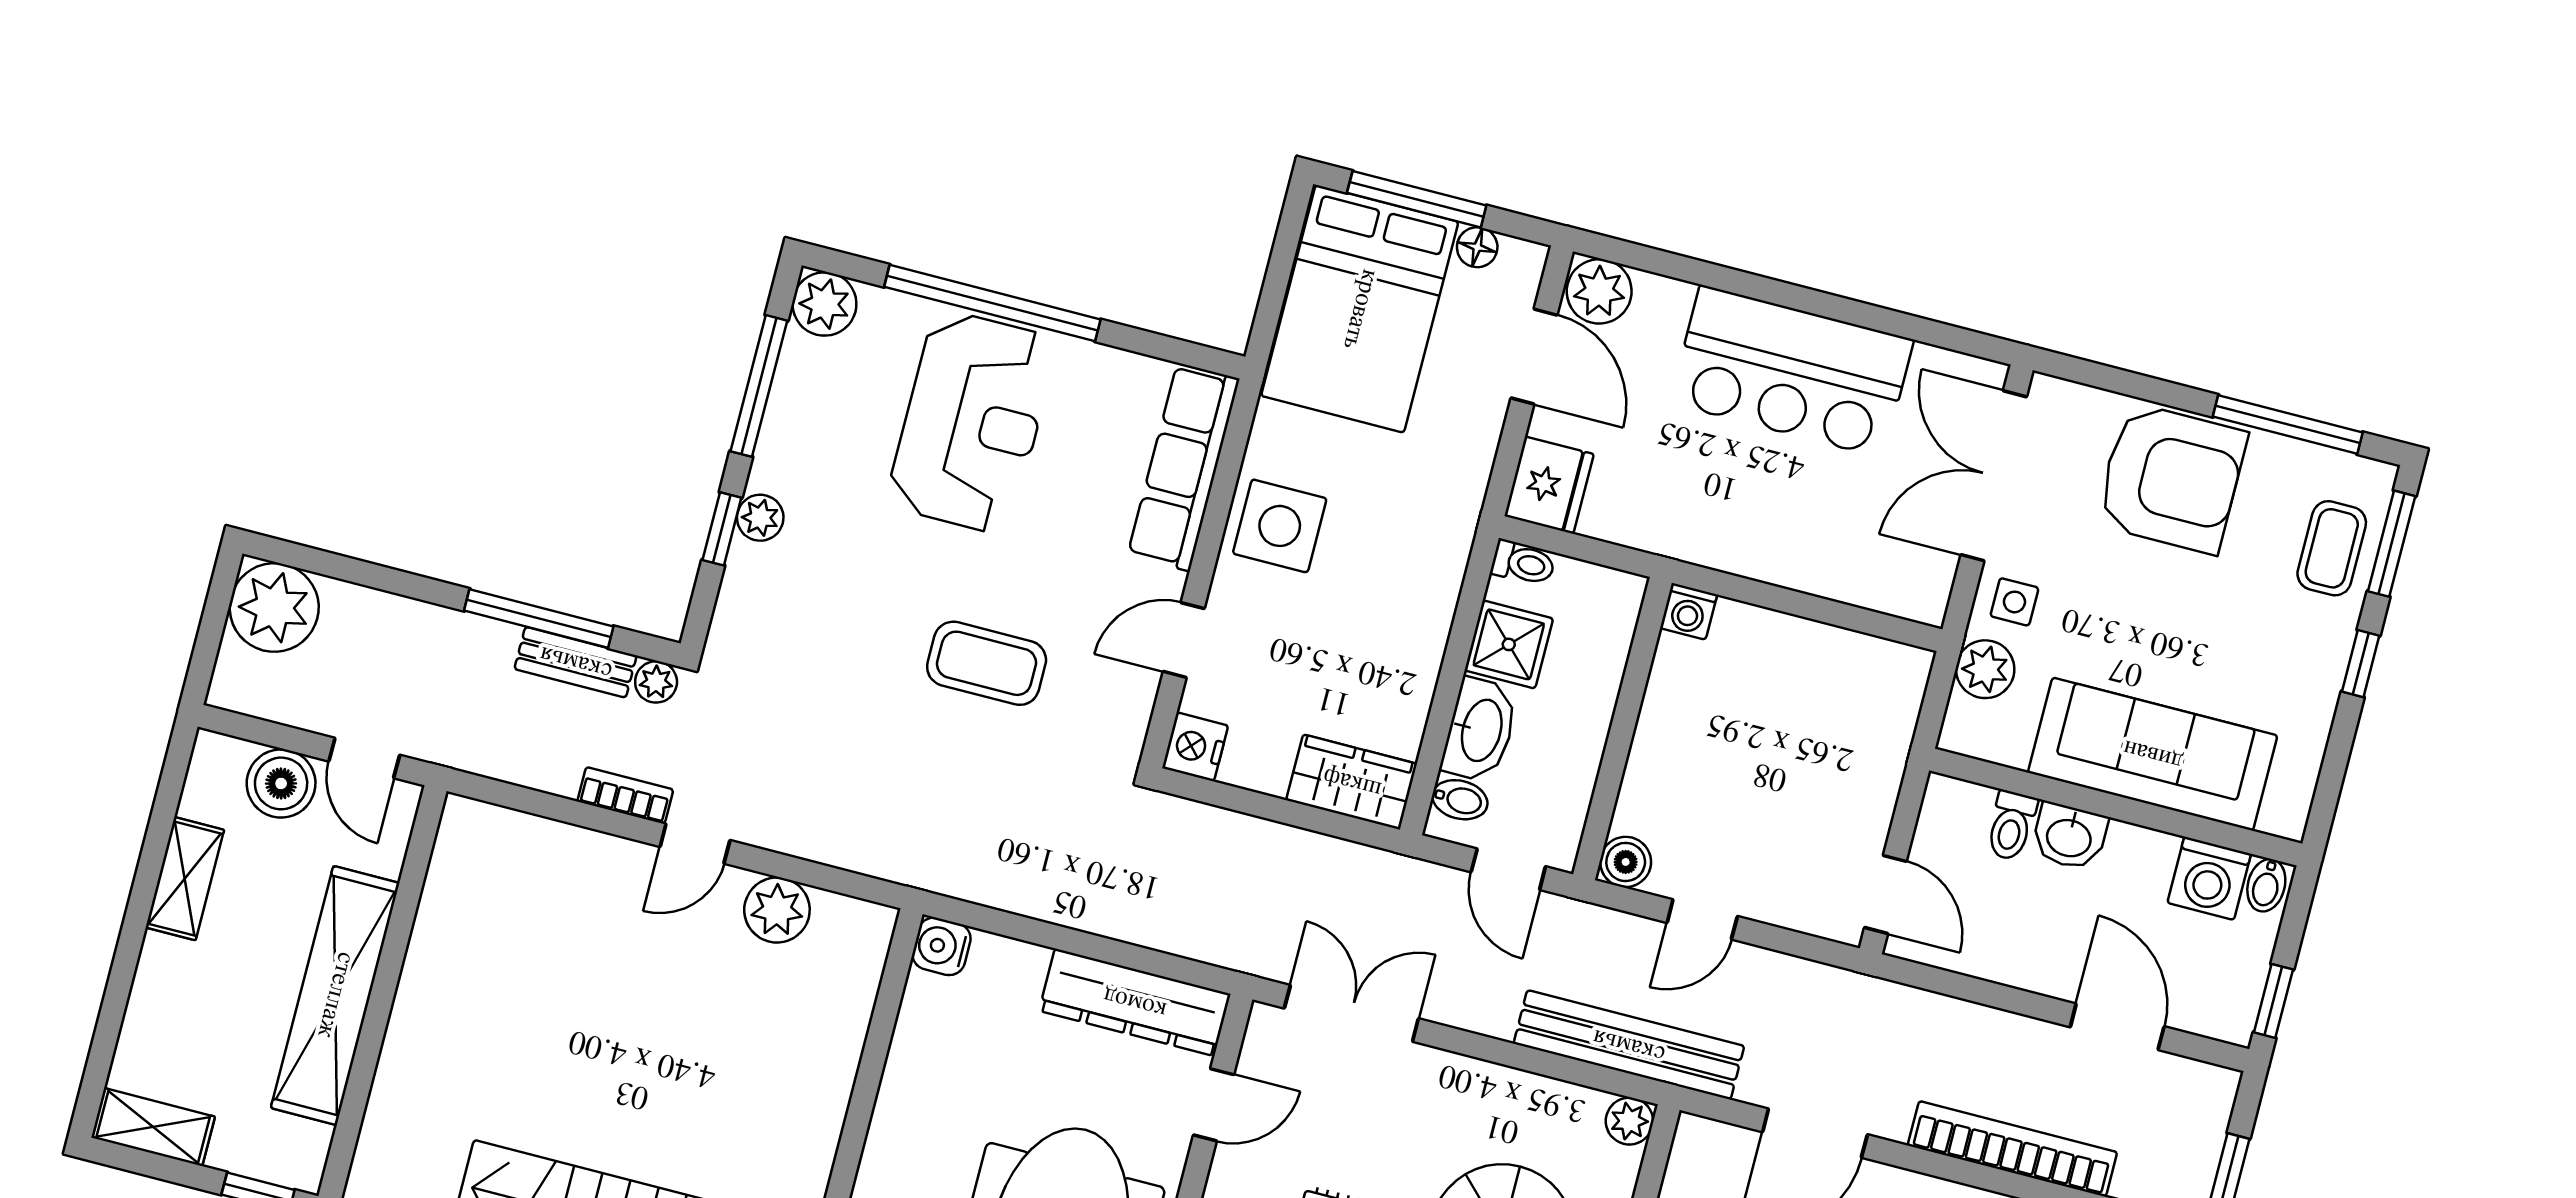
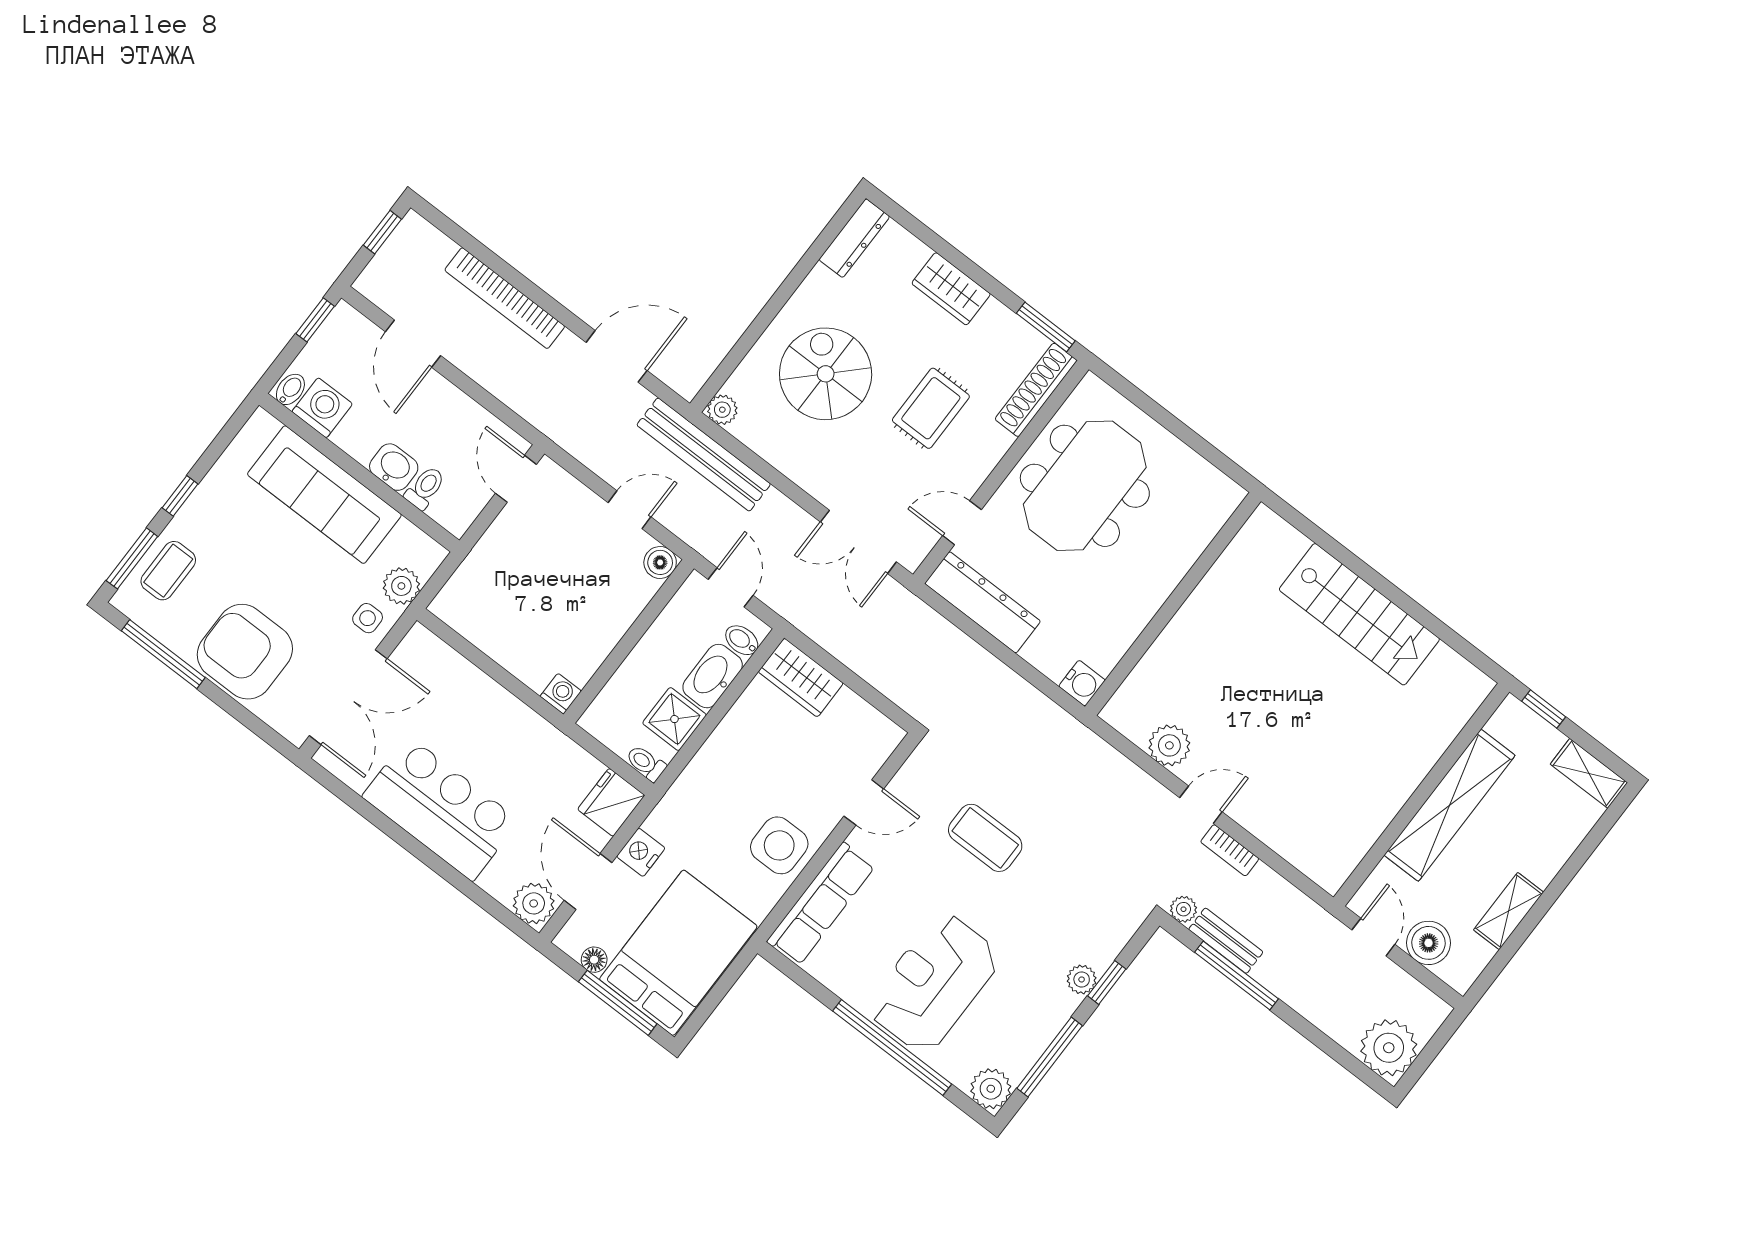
nightstand: (1195, 747) -> (641, 852), moved, turned 180

